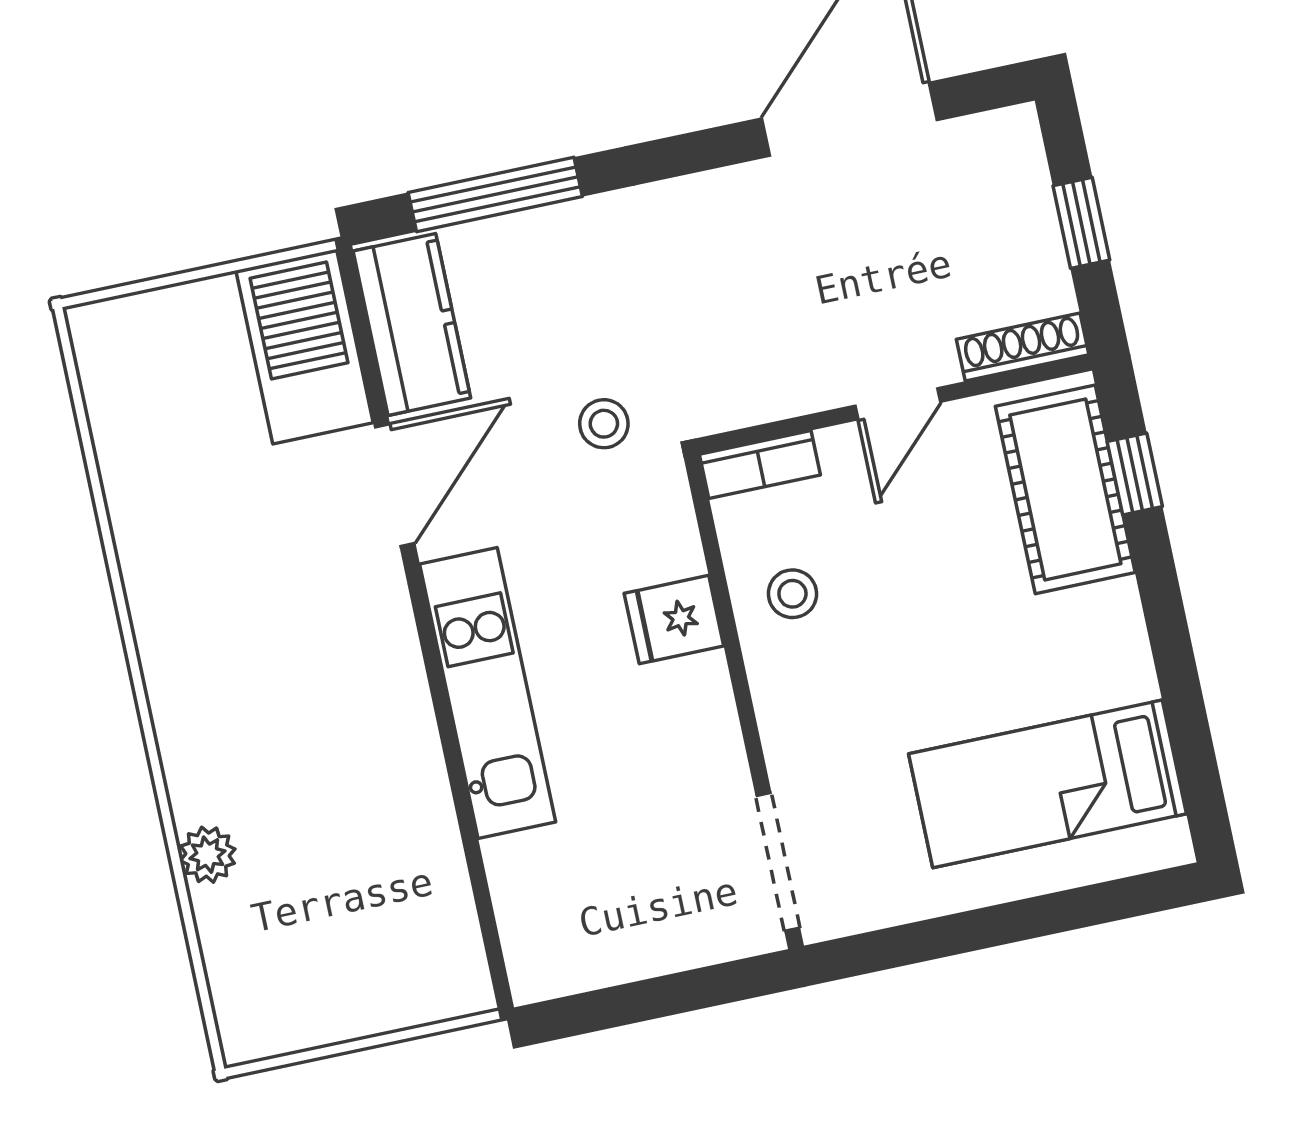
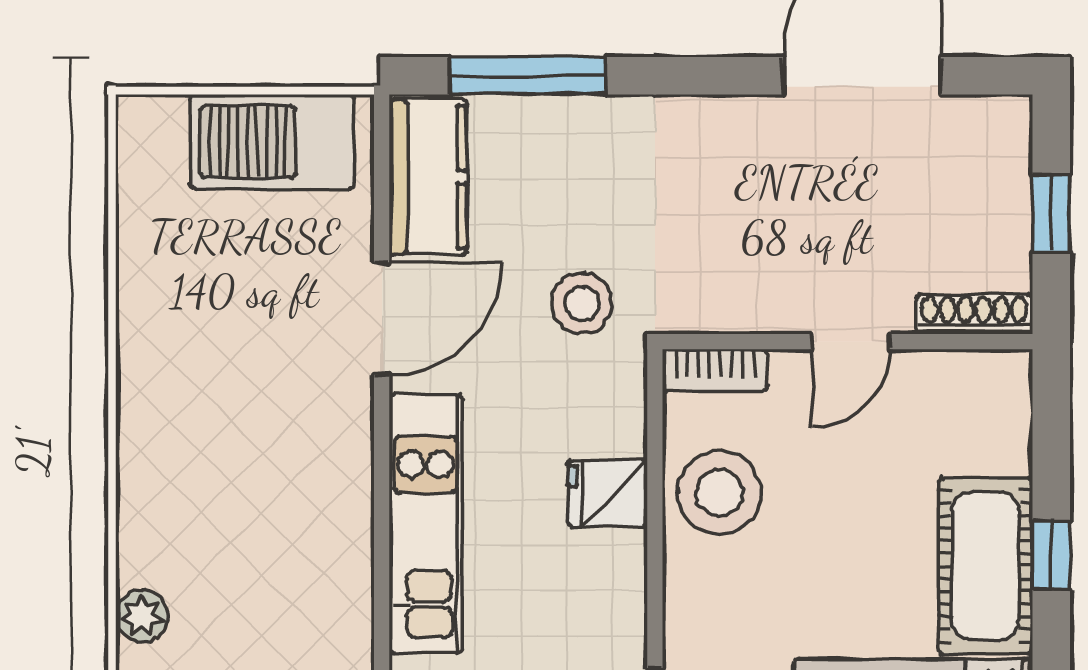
barbecue: (305, 347) -> (272, 142), moved, turned -90
stool: (604, 424) -> (582, 303), width x1.37, depth x1.37
window: (1135, 474) -> (1051, 555), moved
cot: (1065, 489) -> (985, 566), moved
stool: (792, 594) -> (719, 493), width x1.89, depth x1.89

